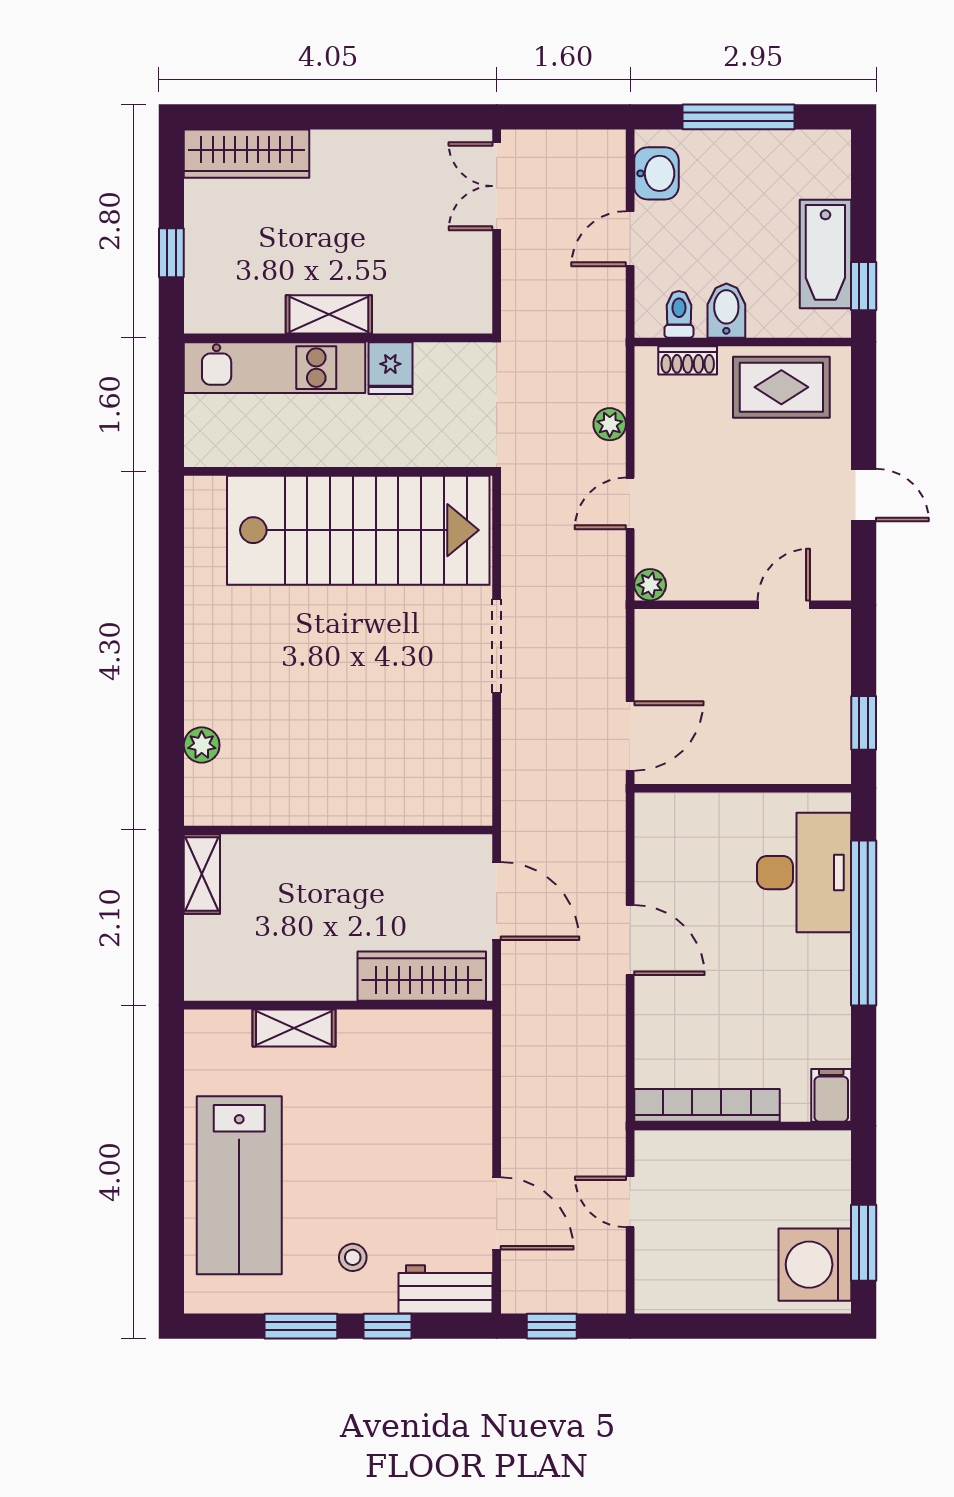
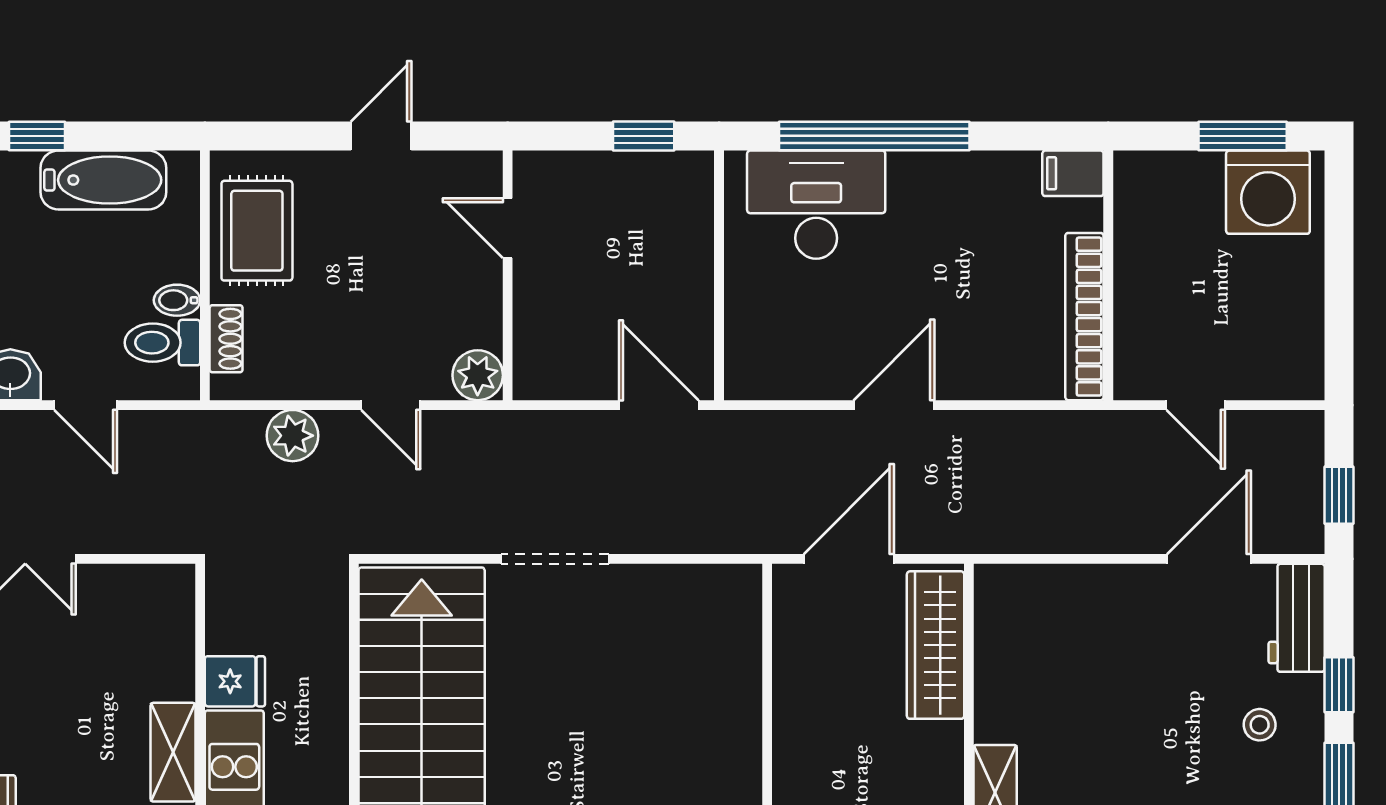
window: (864, 286) -> (37, 136), moved
bidet: (726, 311) -> (177, 300), width x0.72, depth x0.74
toilet: (679, 314) -> (162, 343), width x1.37, depth x1.39
plant: (610, 424) -> (293, 436), width x1.38, depth x1.38
plant: (650, 585) -> (478, 375), width x1.38, depth x1.38
door: (630, 1202) -> (1196, 405), hinge flipped

